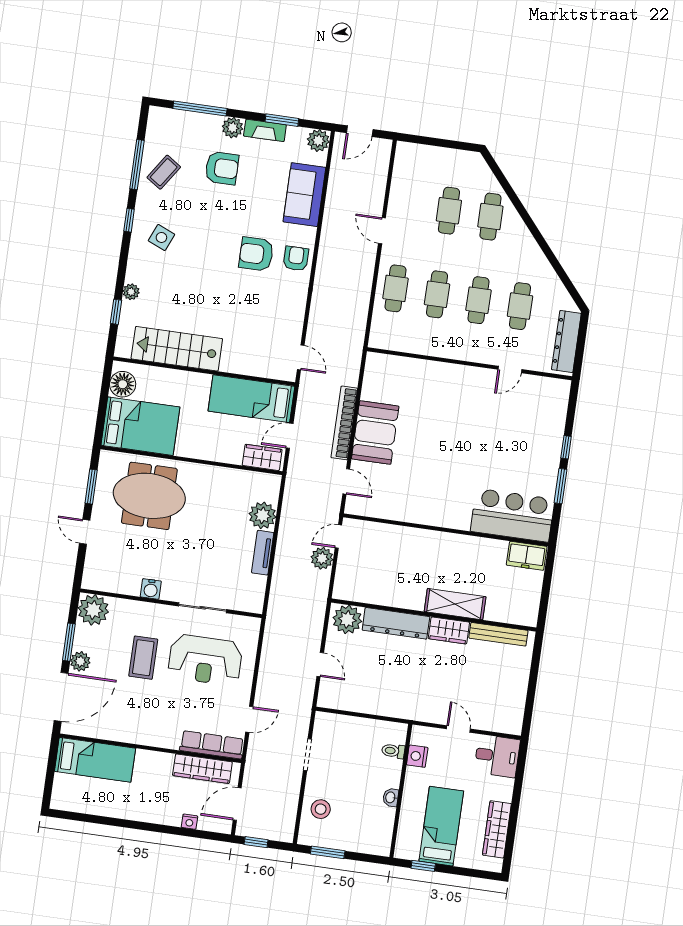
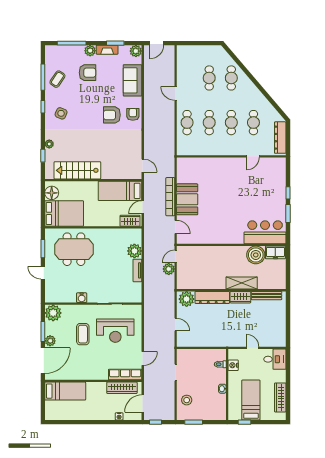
boiler: (489, 555) -> (256, 255), added

